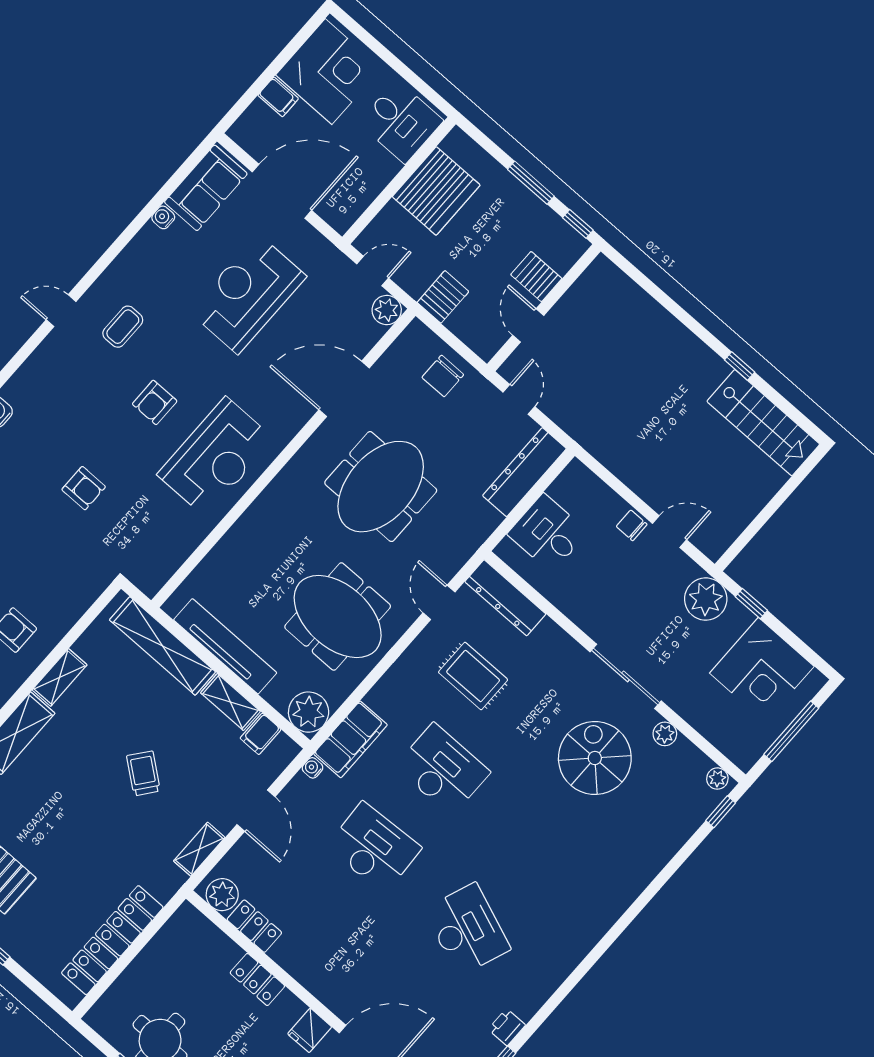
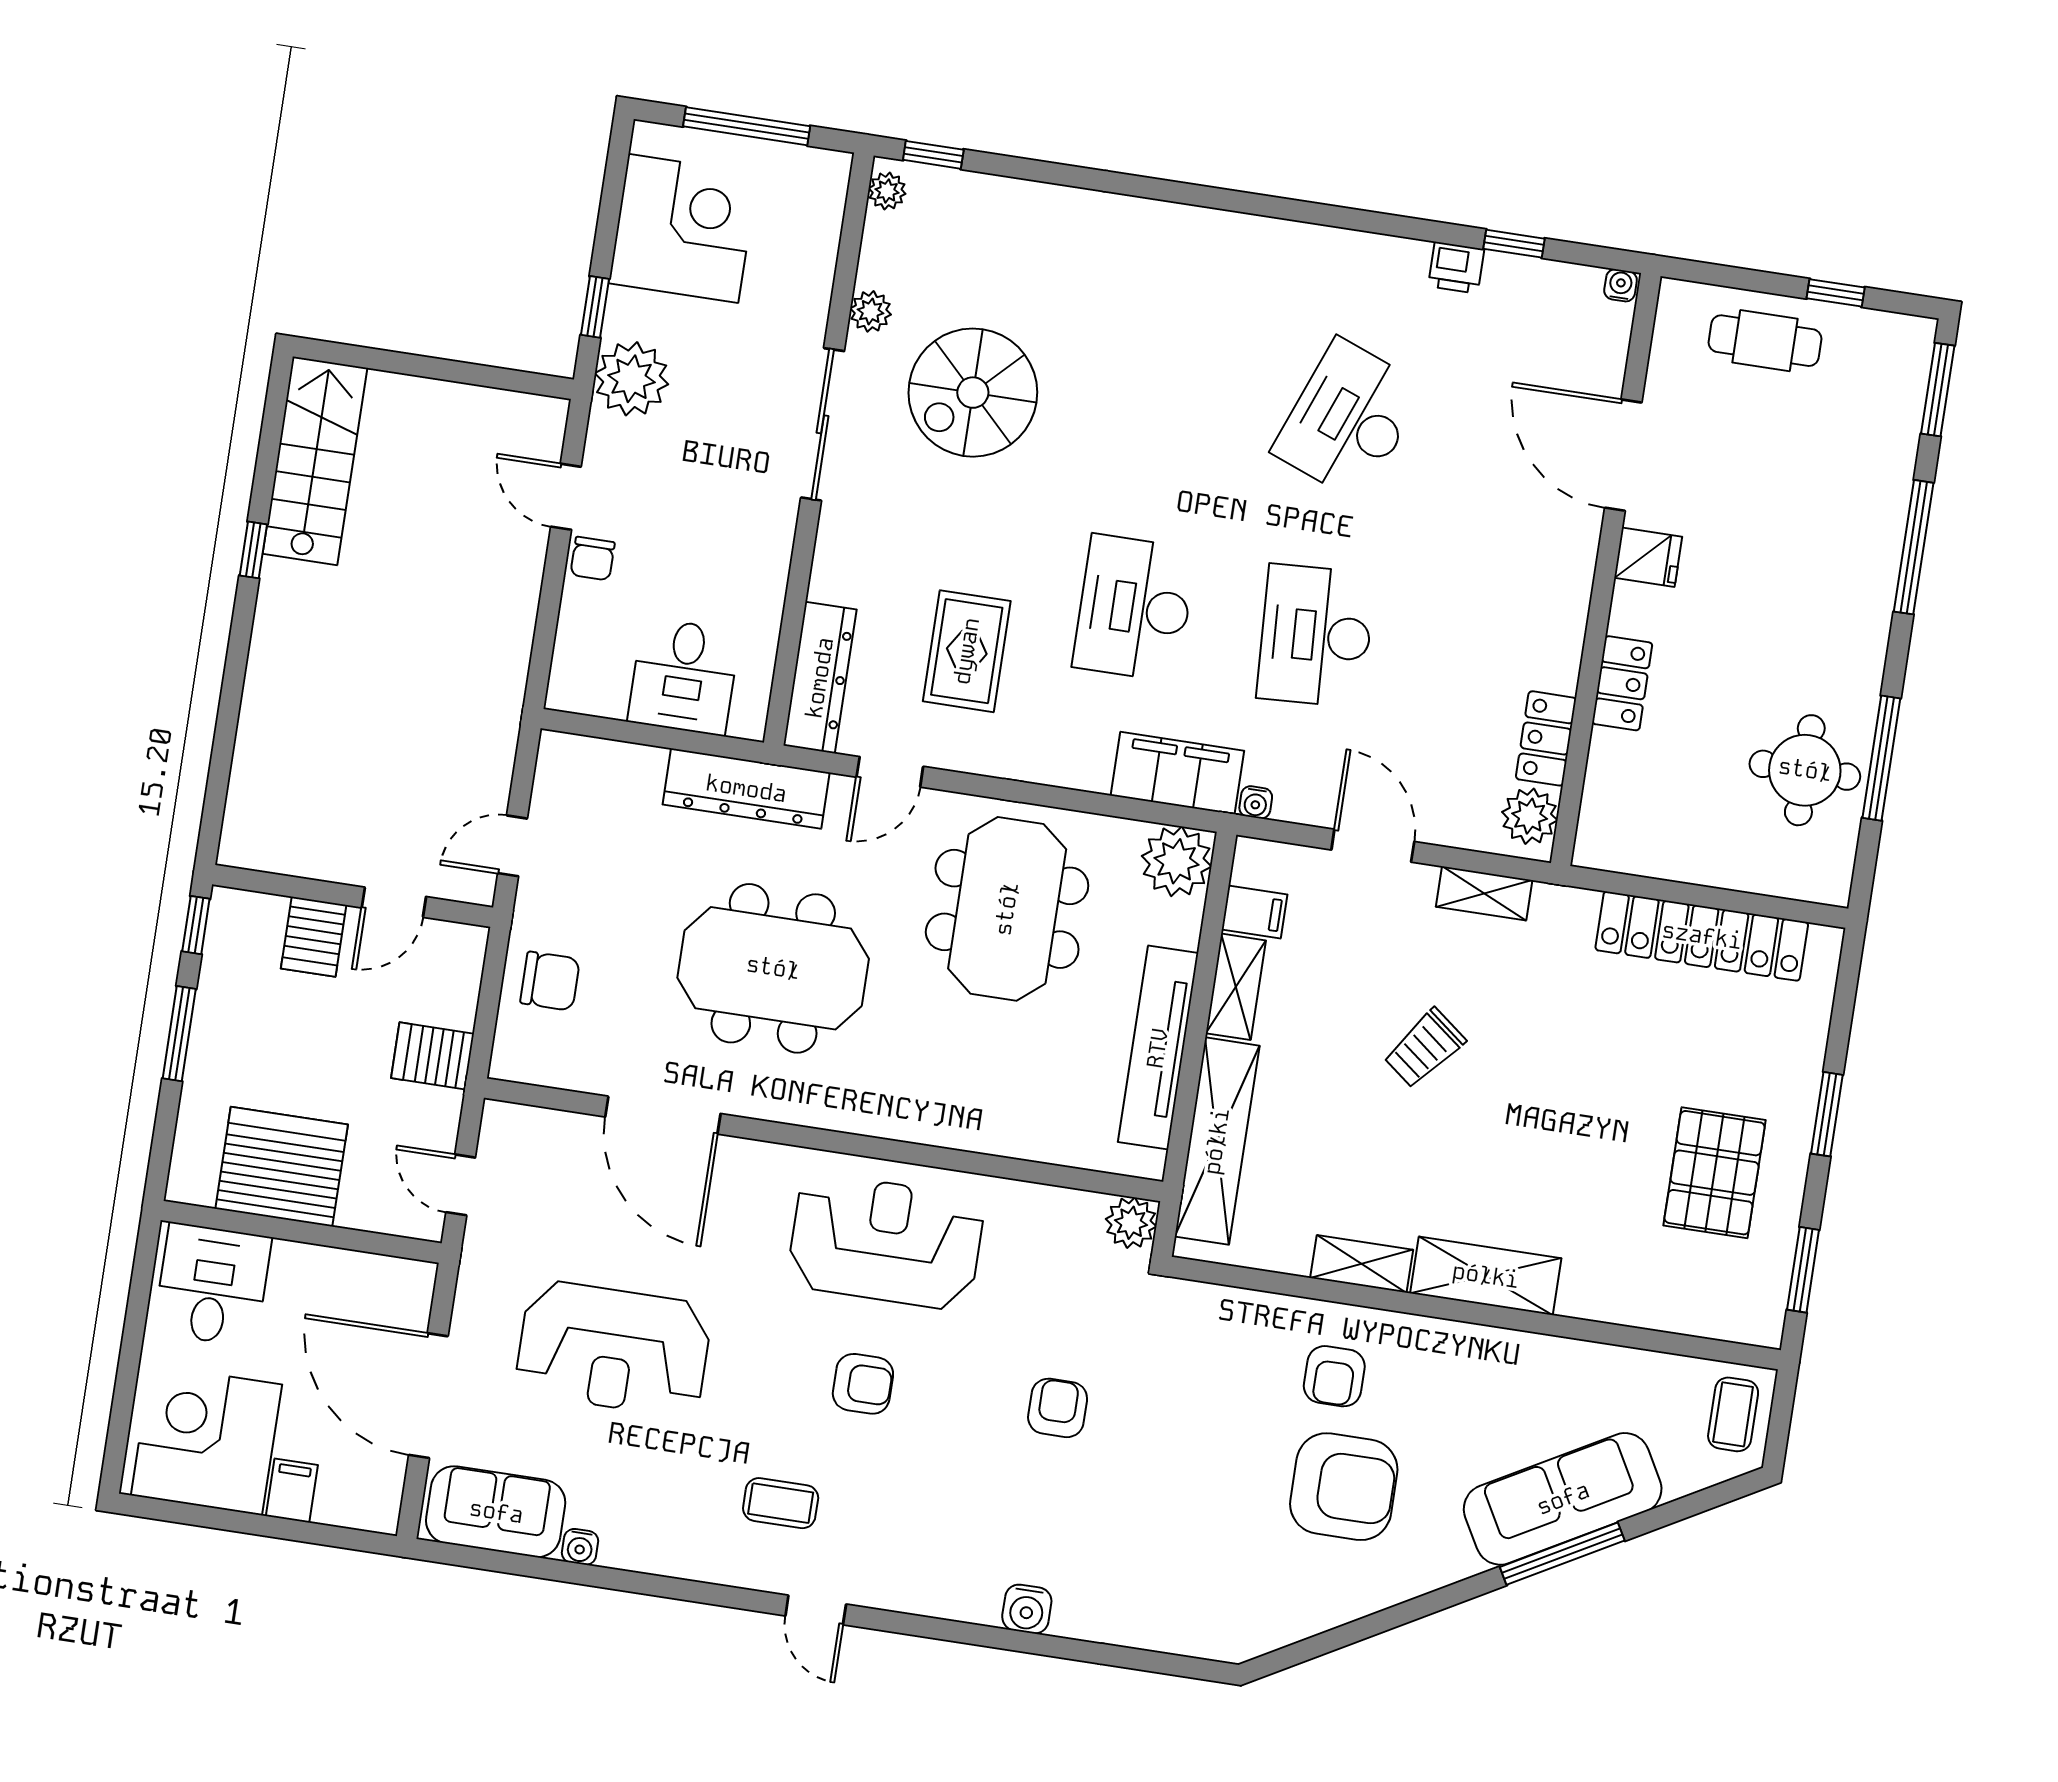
plant: (387, 310) -> (1131, 1223), moved
dresser: (524, 472) -> (746, 789), moved
door: (256, 811) -> (1373, 846), hinge flipped

